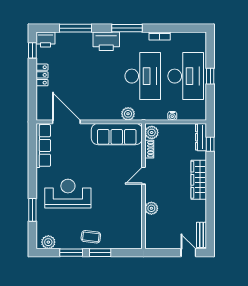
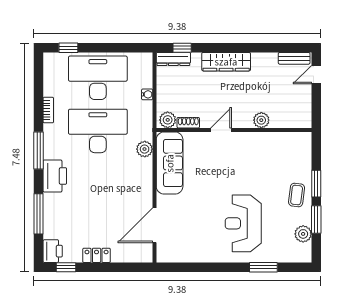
window: (210, 76) -> (68, 48), moved
row of seats: (43, 145) -> (184, 254), removed
door: (144, 176) -> (221, 130), swing flipped
plant: (48, 242) -> (303, 234), moved

